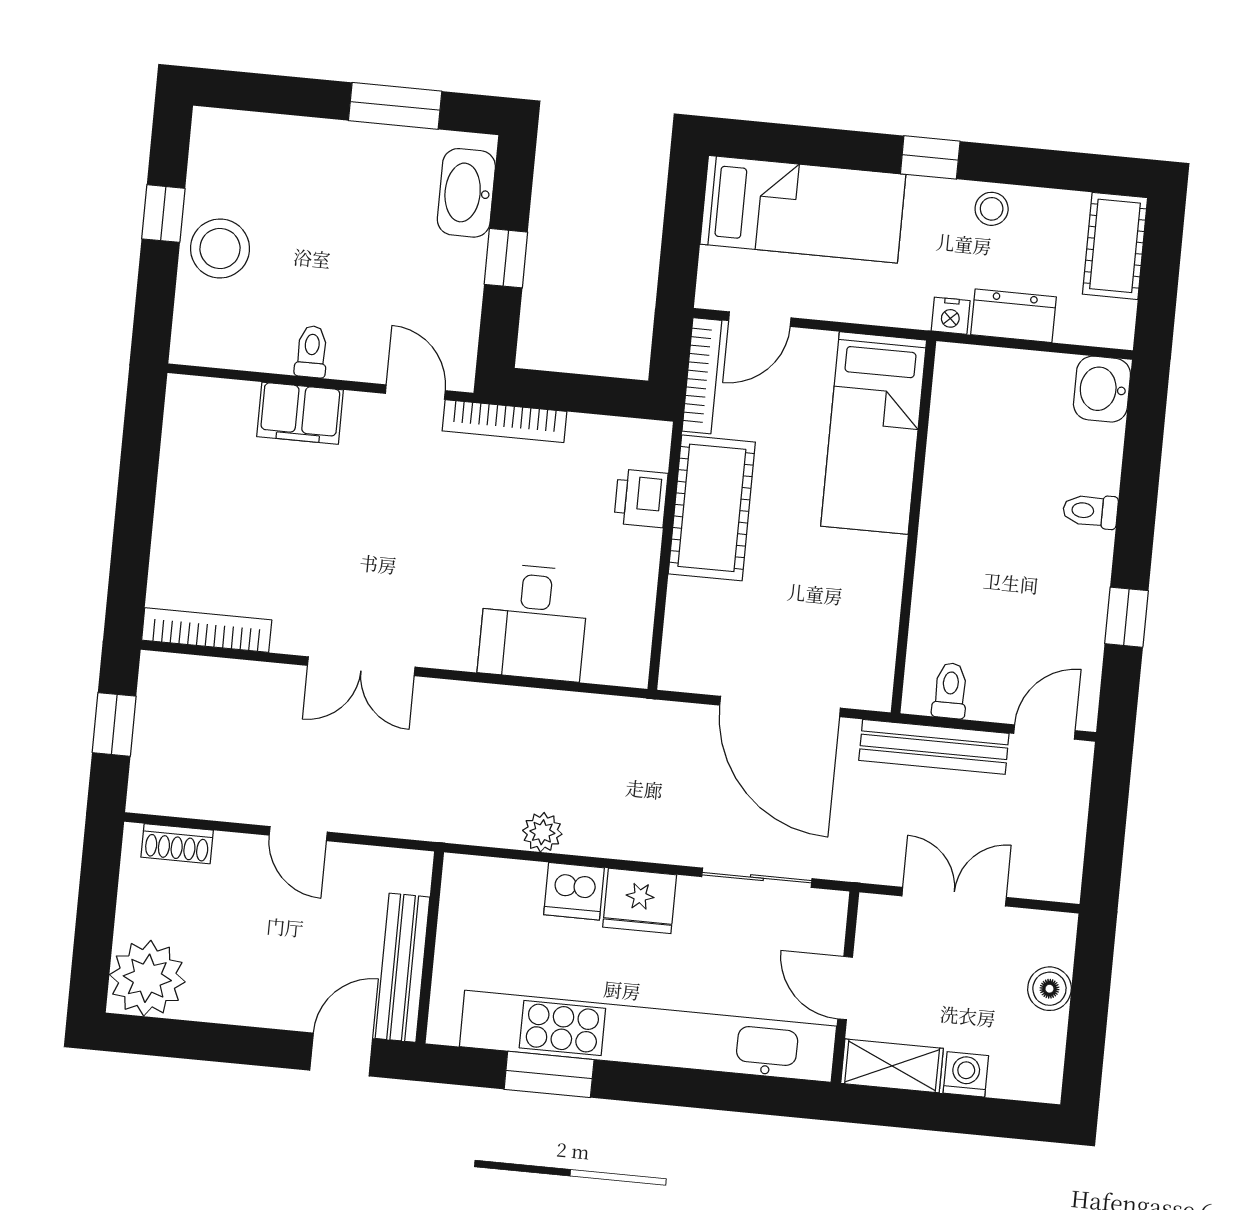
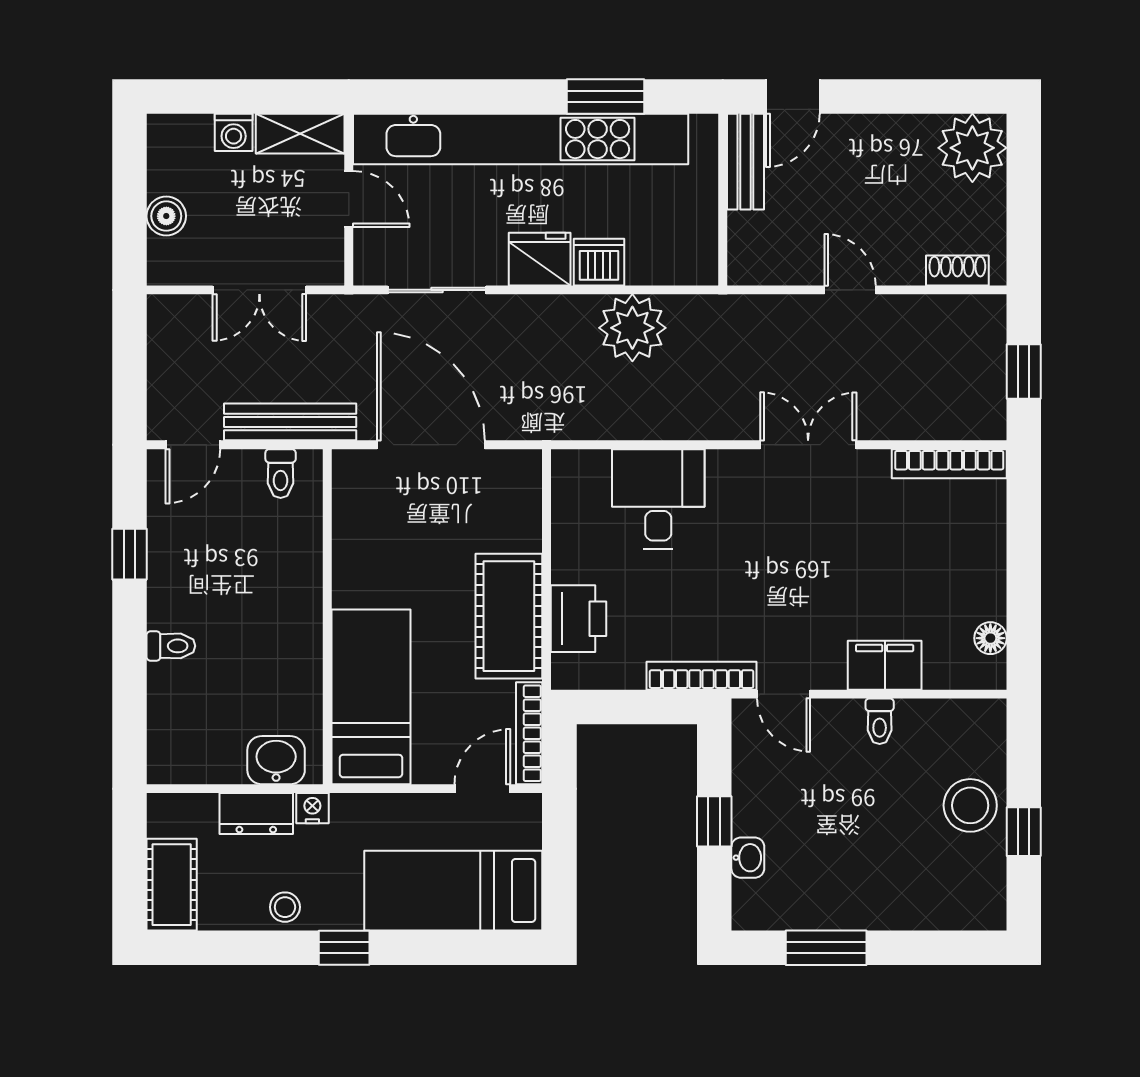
washbasin: (466, 193) -> (748, 858), width x0.52, depth x0.69
washbasin: (1102, 389) -> (276, 760), moved, turned -90
floor lamp: (180, 432) -> (990, 638), added
printer: (641, 498) -> (578, 619), width x1.36, depth x1.24
plant: (542, 832) -> (632, 328), width x1.87, depth x1.87
bench: (403, 968) -> (745, 162), width x0.73

